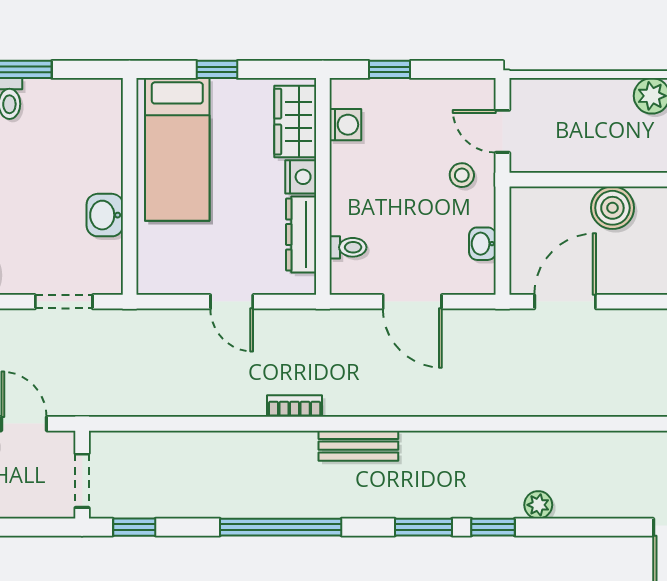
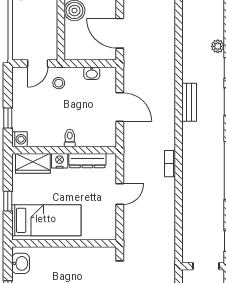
washing machine: (345, 125) -> (19, 139), moved, turned 90
washbasin: (105, 215) -> (21, 263), moved, turned -90
toilet: (348, 247) -> (70, 138), moved
door: (412, 302) -> (120, 107), hinge flipped
bench: (358, 446) -> (189, 102), moved

